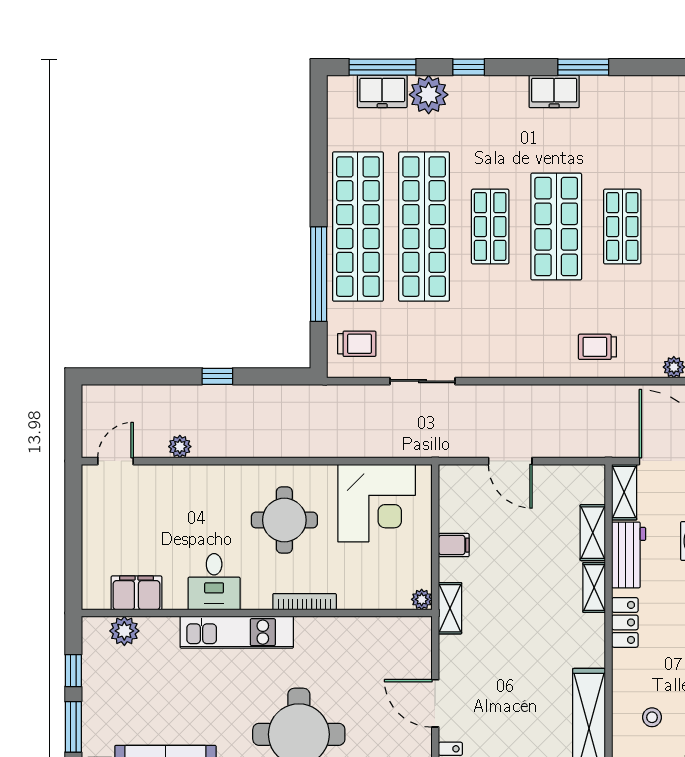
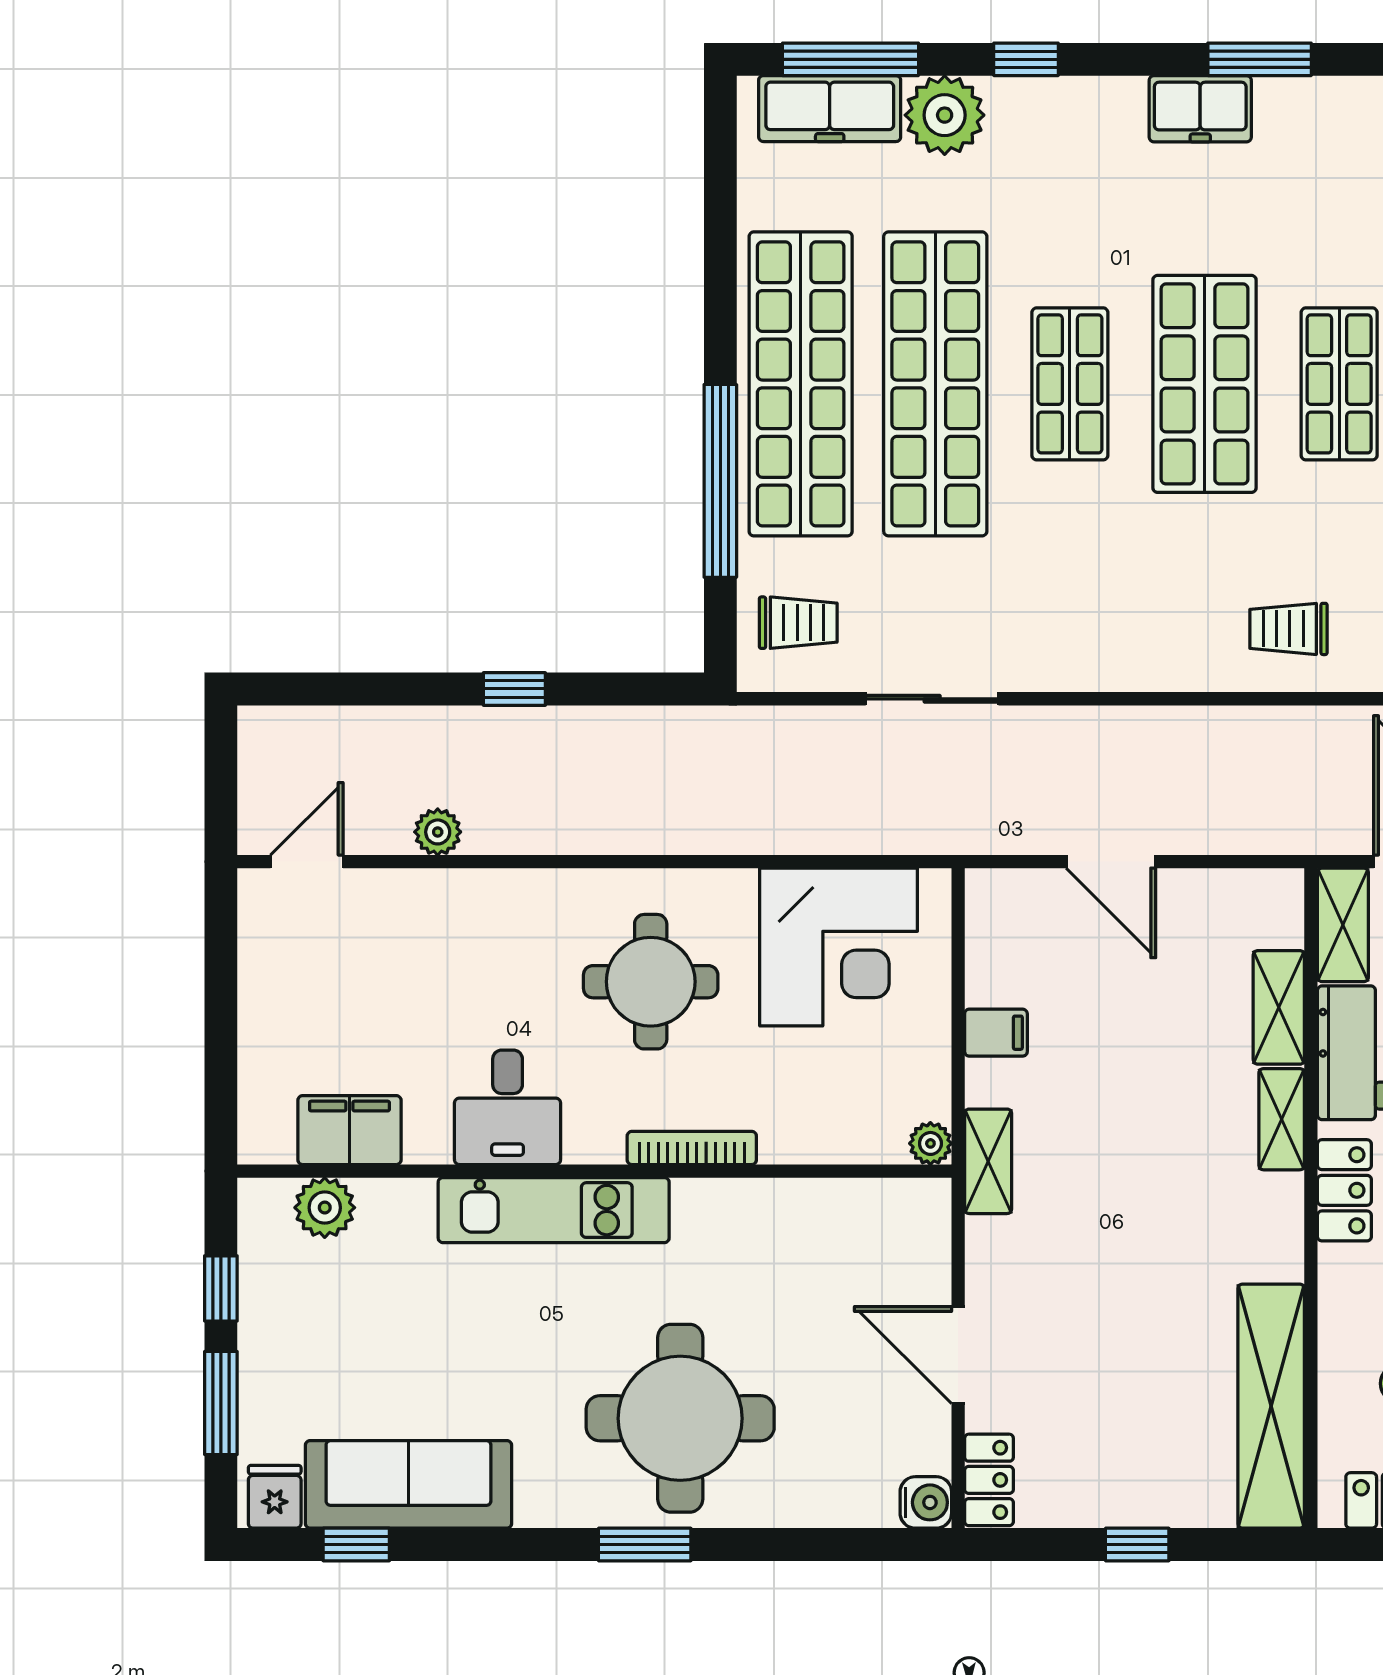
freezer: (382, 91) -> (830, 109), width x1.40

